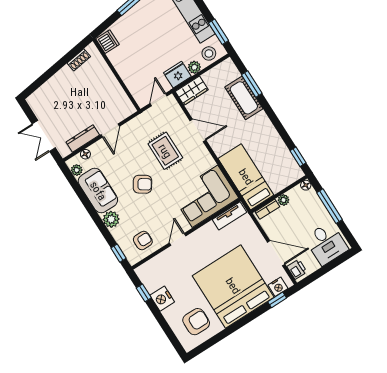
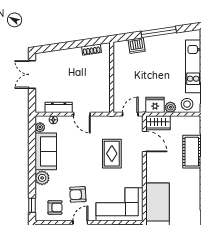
dishwasher: (107, 42) -> (137, 46), moved, turned 82
door: (110, 130) -> (82, 114), hinge flipped
door: (198, 130) -> (144, 141), moved
double door: (44, 136) -> (32, 74), moved
armchair: (142, 184) -> (78, 194), moved, turned 143

